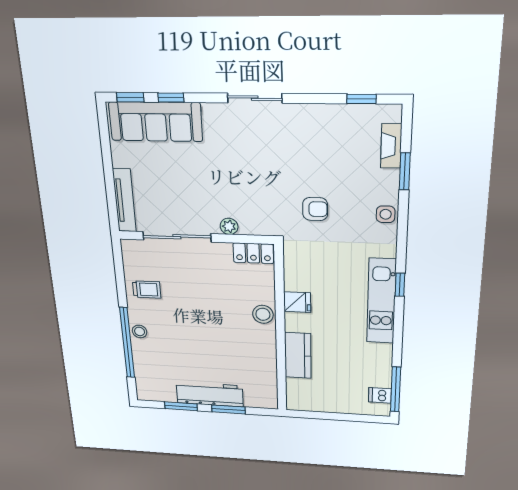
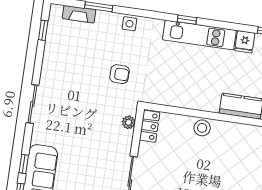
armchair: (315, 209) -> (120, 74), turned 91
plant: (229, 226) -> (129, 122), moved
fridge: (297, 302) -> (245, 42), moved, turned 180

